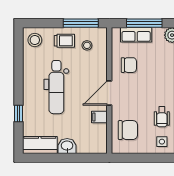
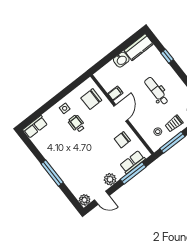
dental chair: (56, 87) -> (156, 91), width x0.73, depth x0.72

